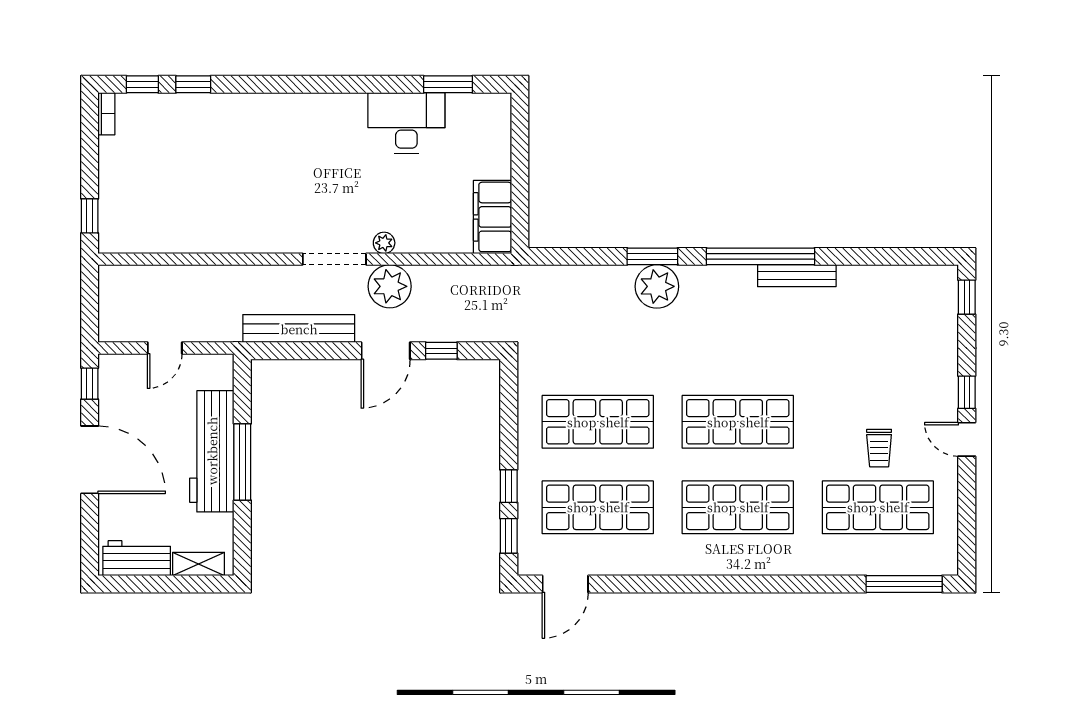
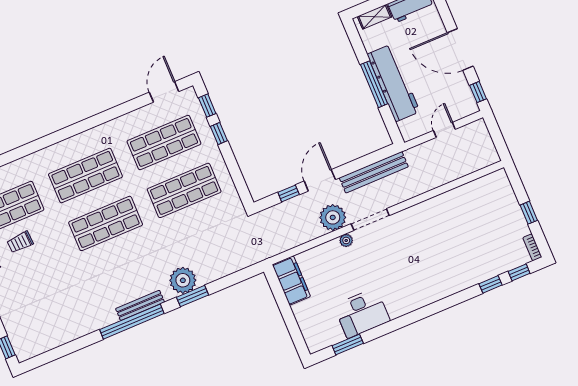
window: (90, 216) -> (529, 213), moved
bench: (797, 276) -> (140, 305), moved
trolley: (879, 448) -> (20, 242), turned -93

